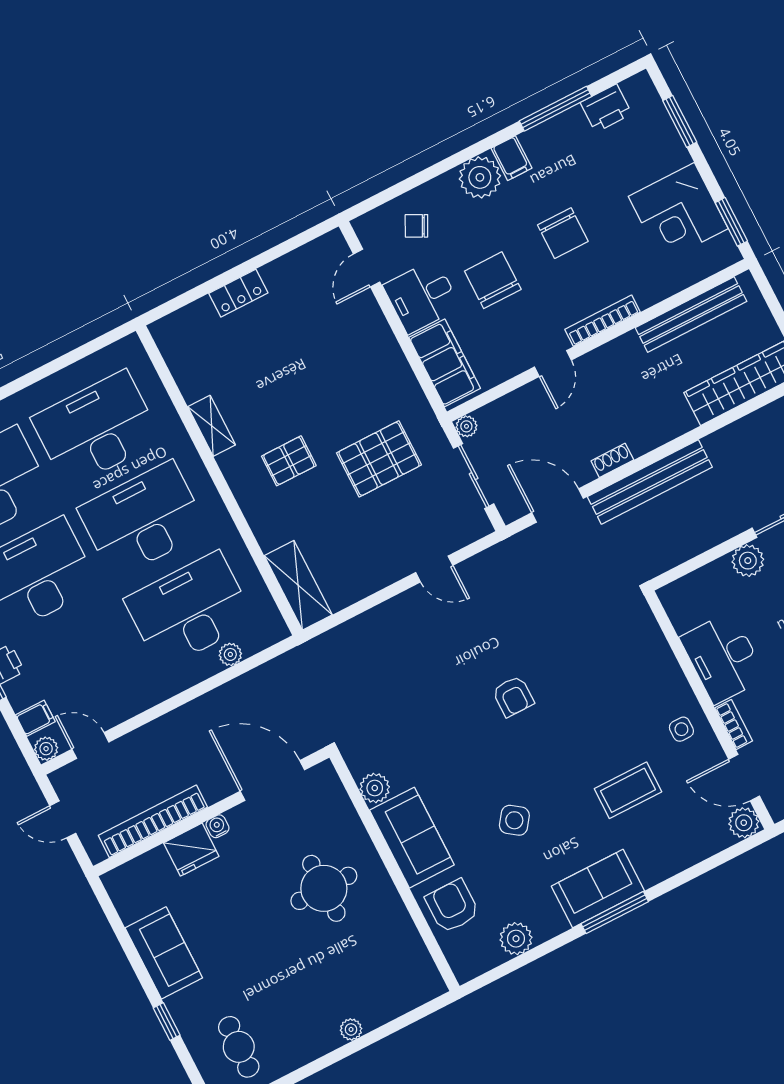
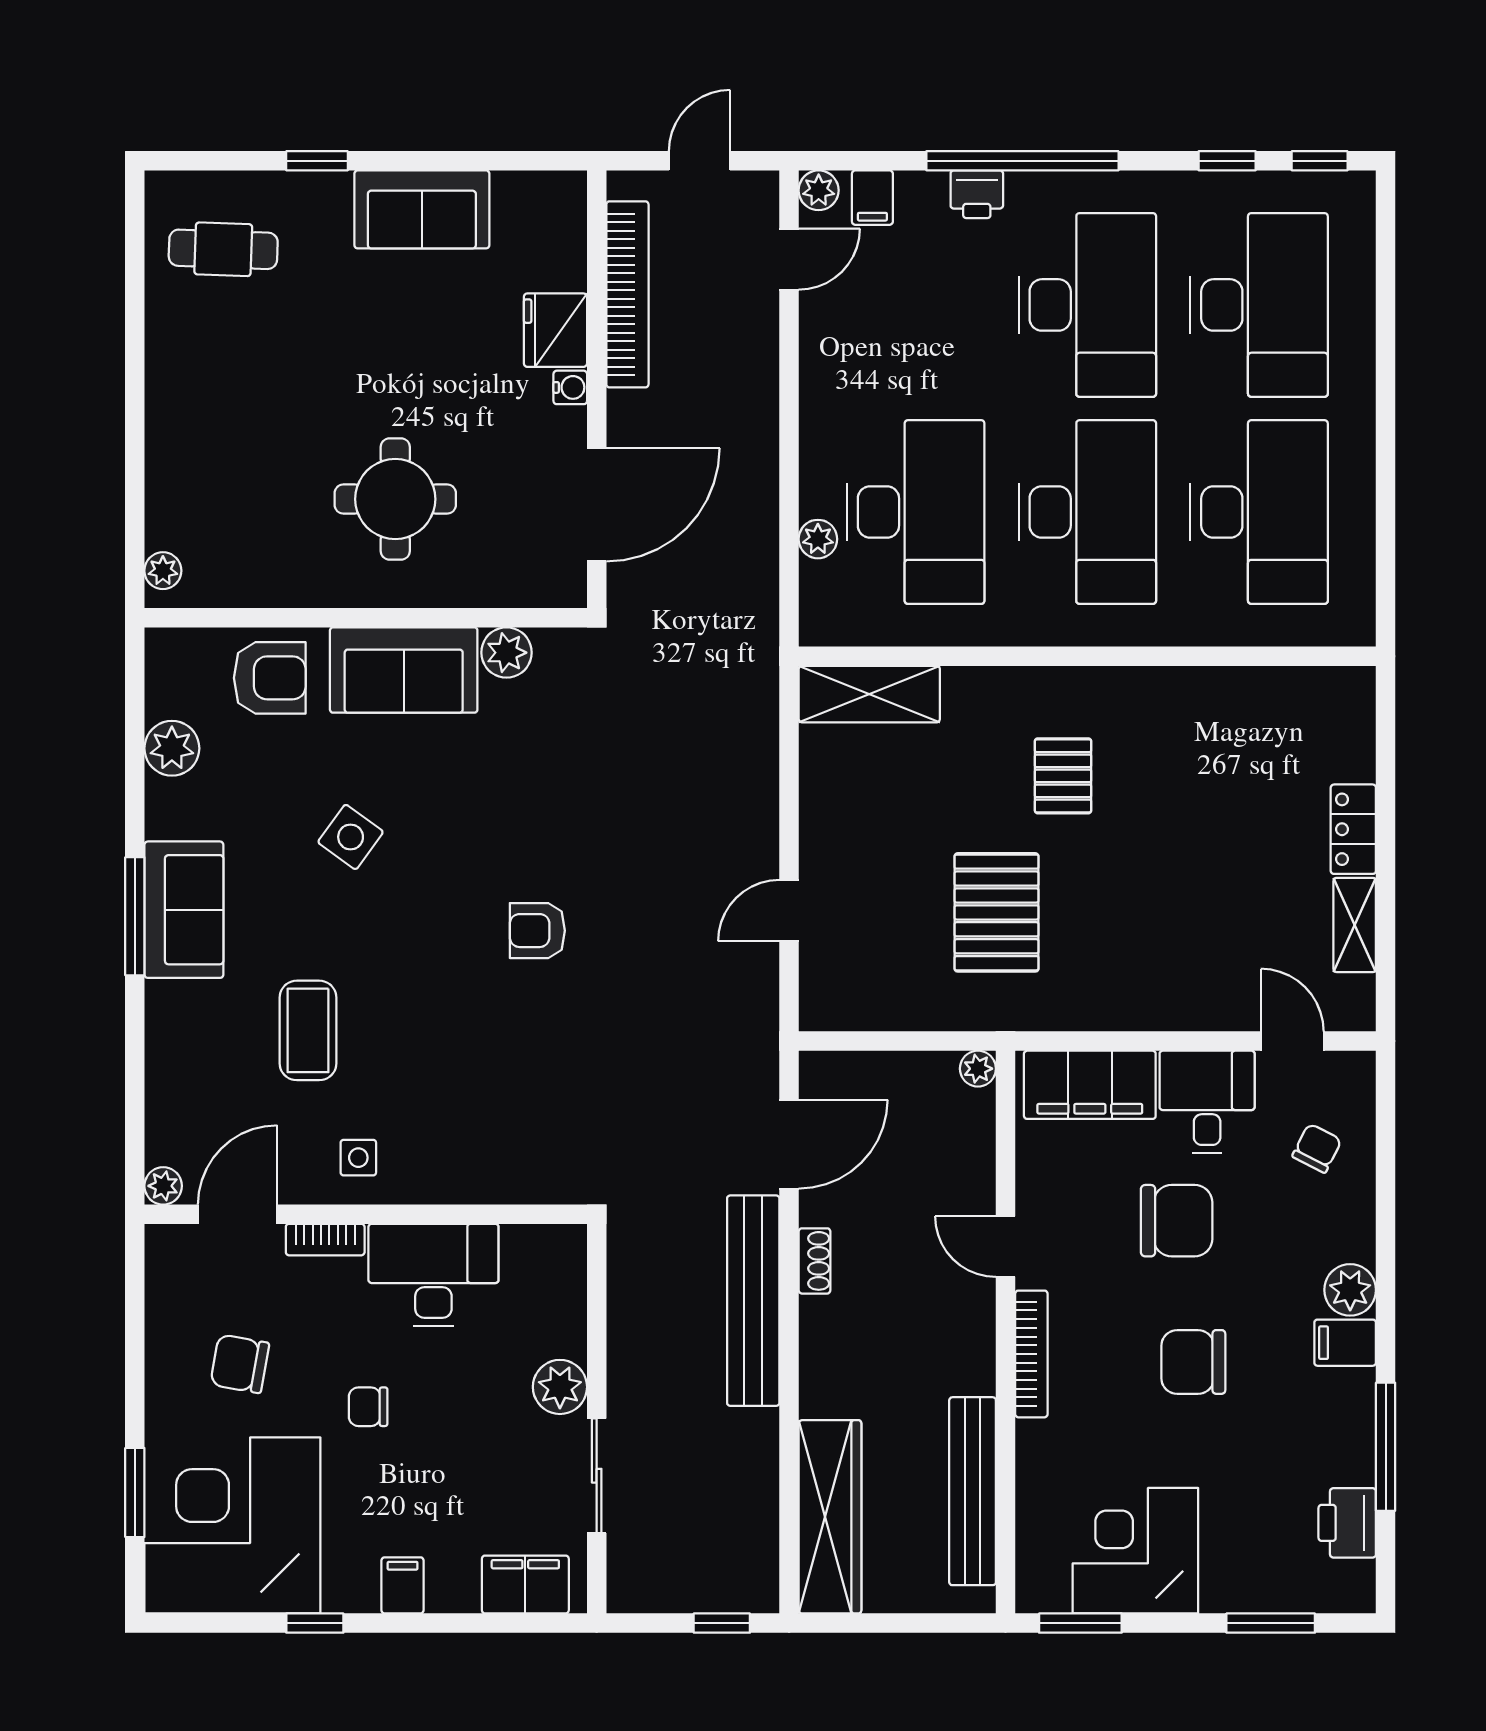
plant: (480, 177) -> (1350, 1290), width x0.73, depth x0.73
shelving: (212, 426) -> (1355, 925), moved, turned 90
sliding door: (474, 476) -> (898, 1041), removed
plant: (744, 823) -> (163, 1186), width x0.73, depth x0.73
plant: (351, 1029) -> (163, 571), moved

